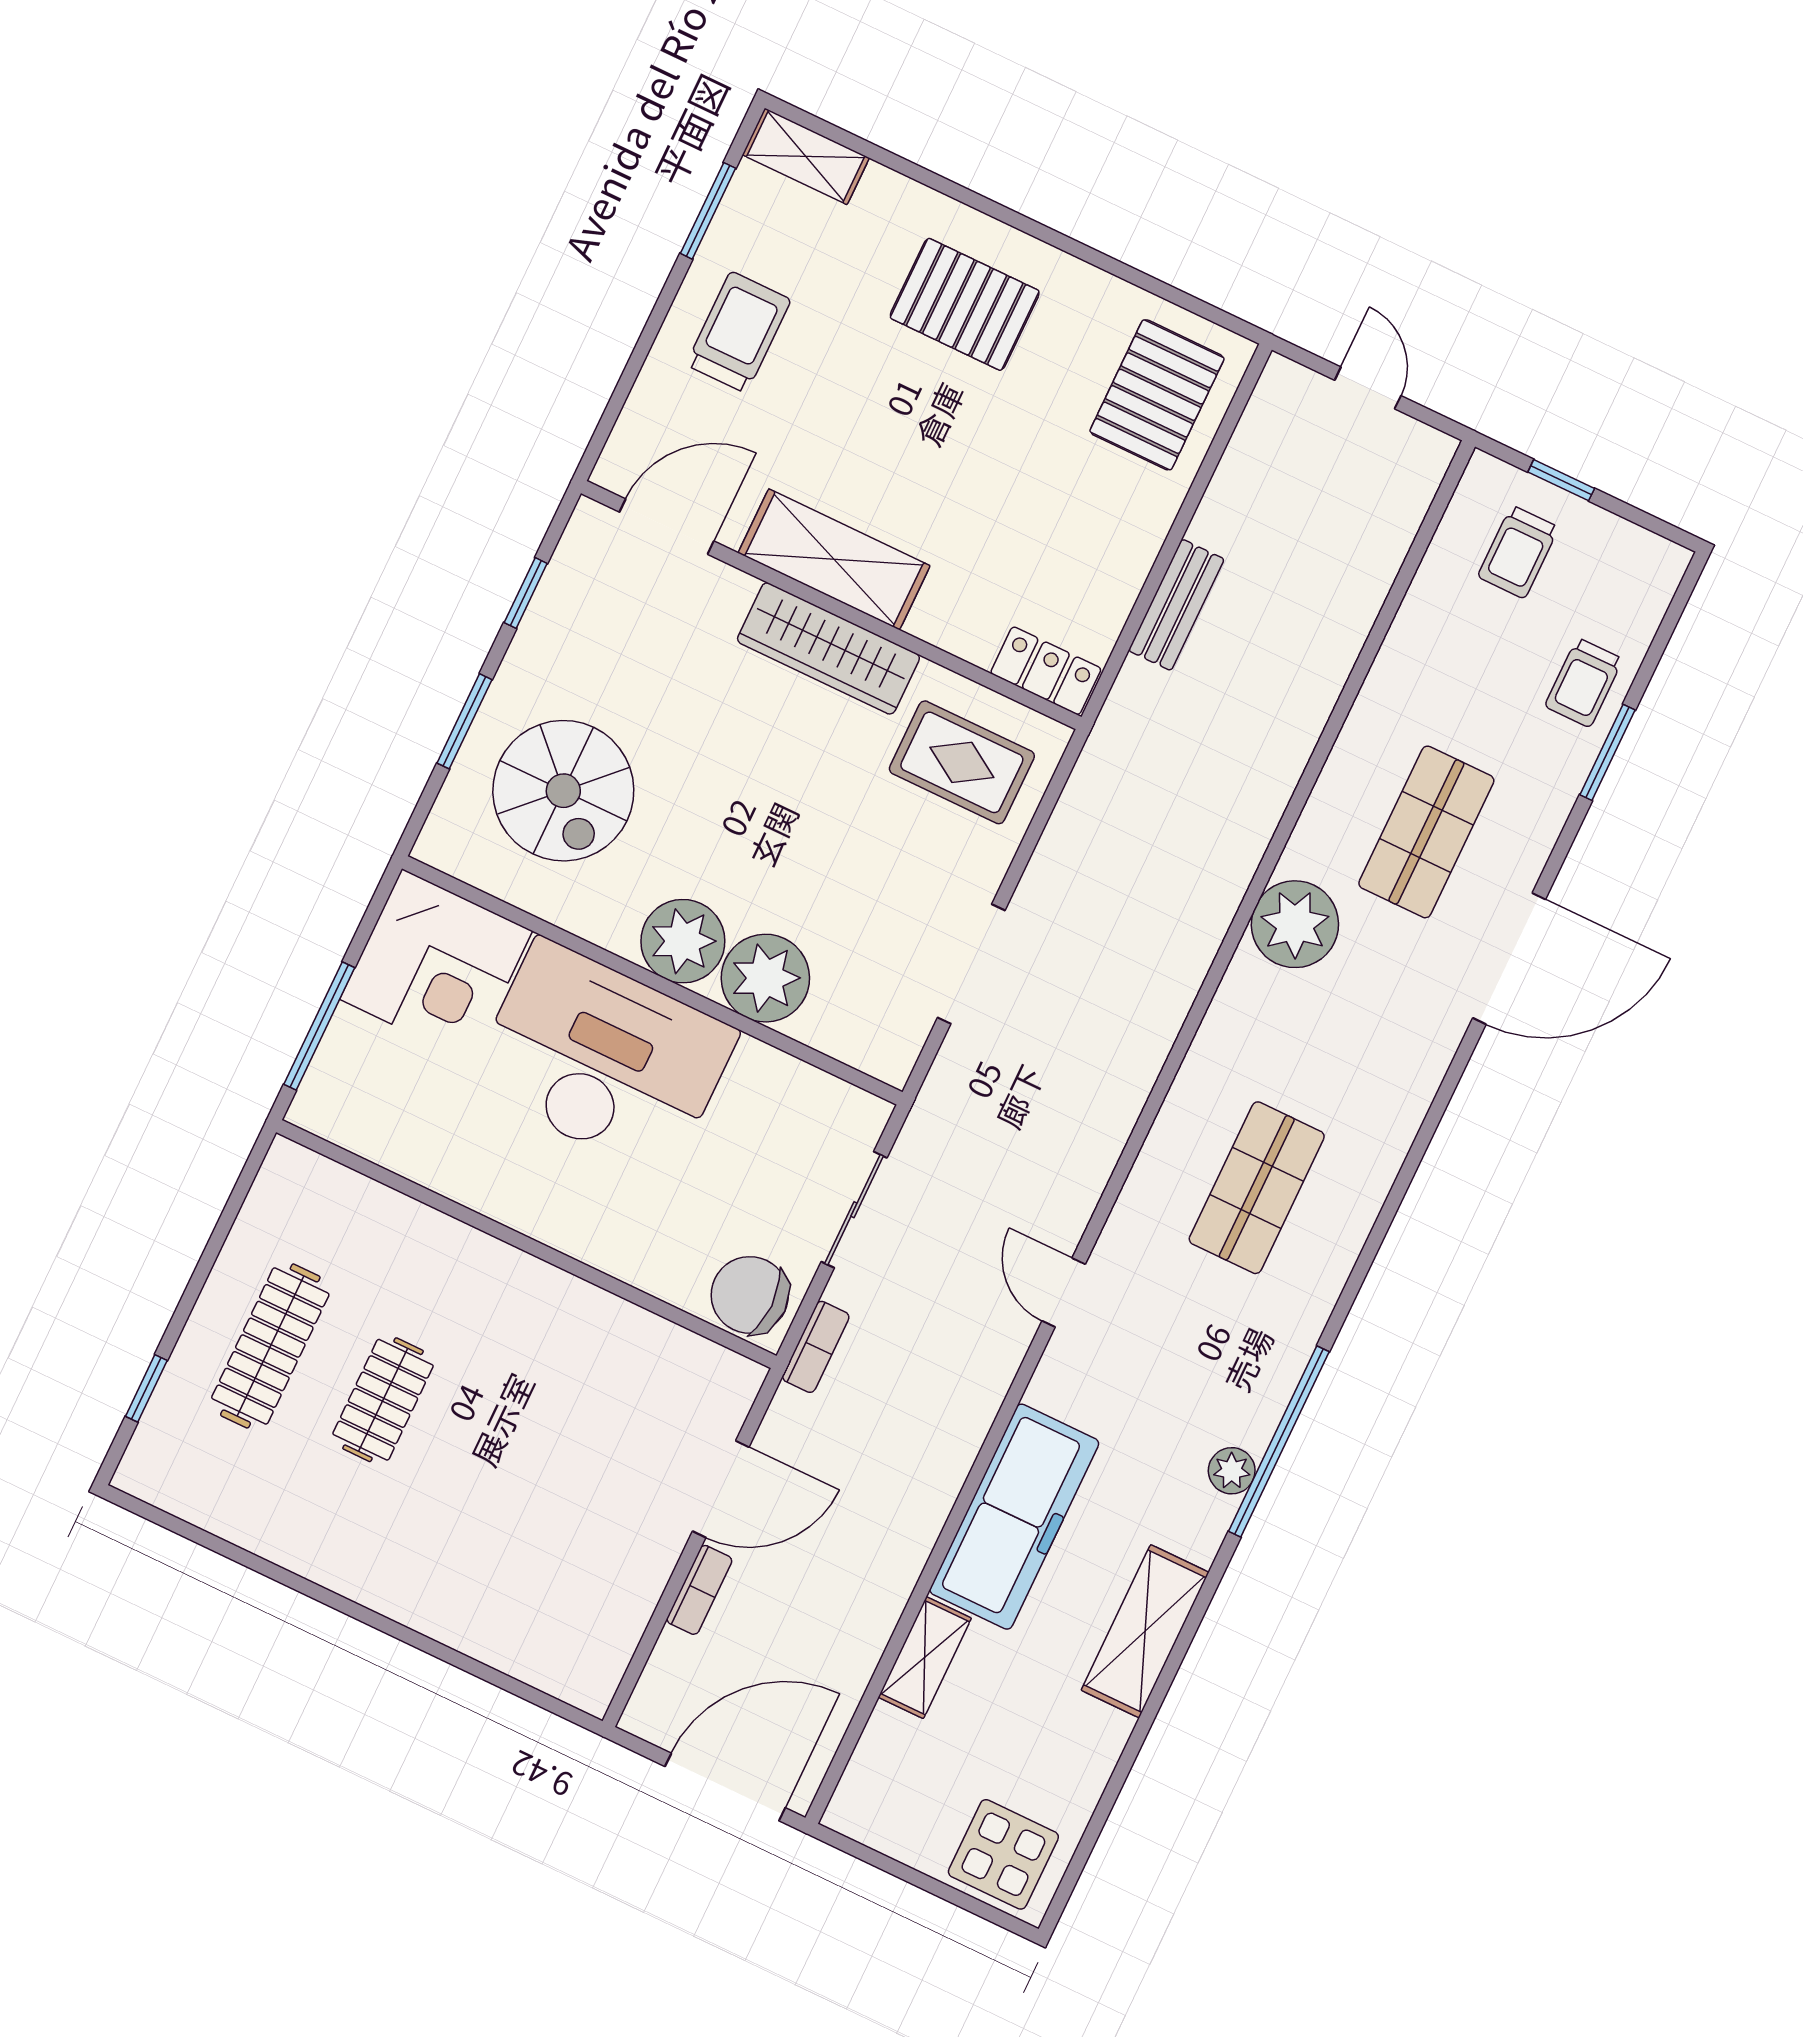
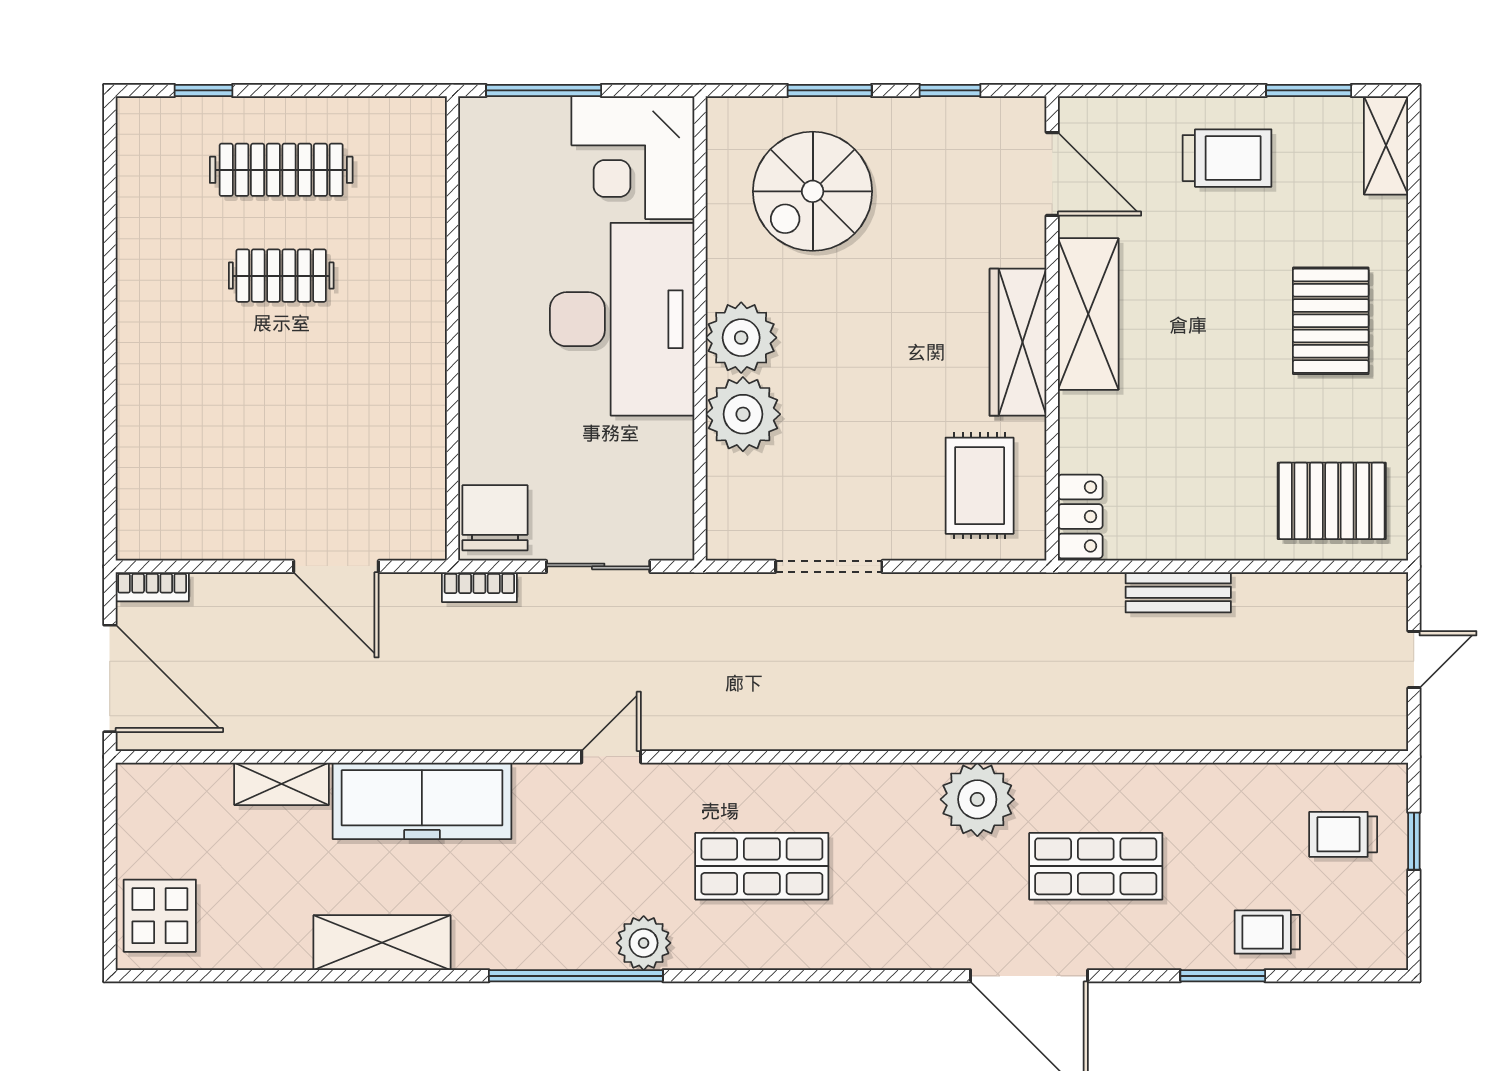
plant: (1232, 1471) -> (644, 943), moved, width x1.38, depth x1.38
bookcase: (699, 1590) -> (152, 587), moved

